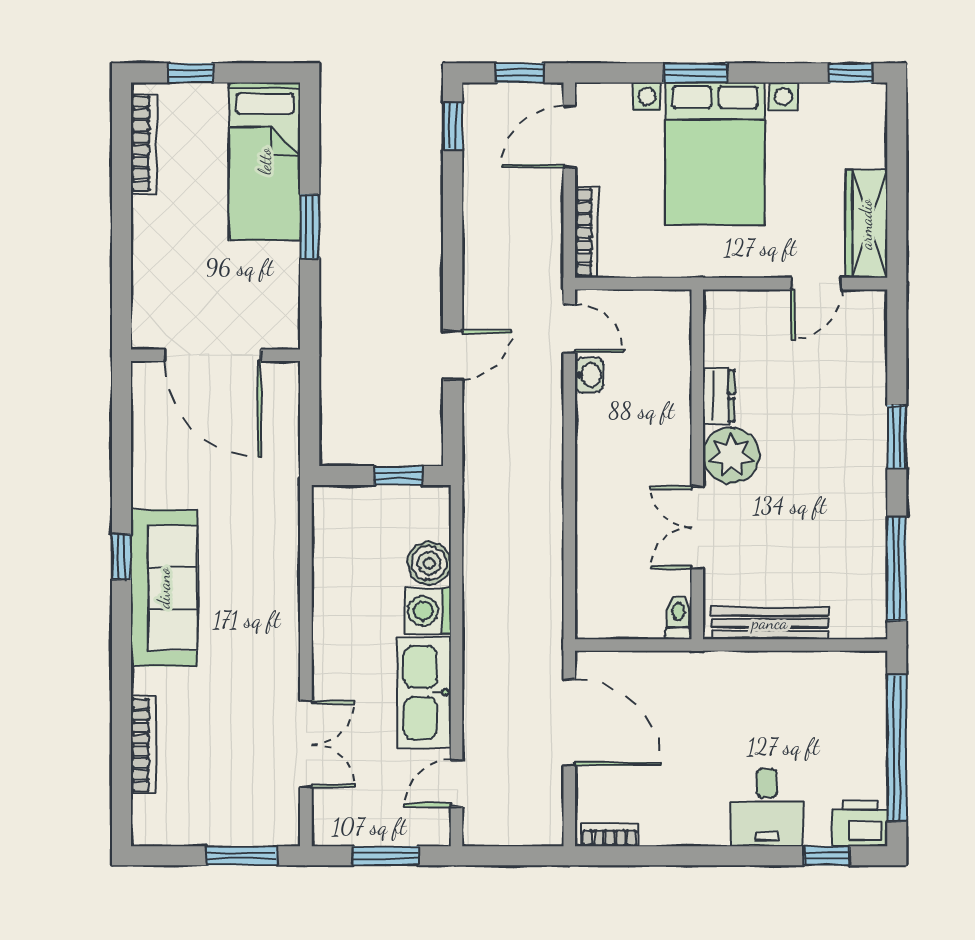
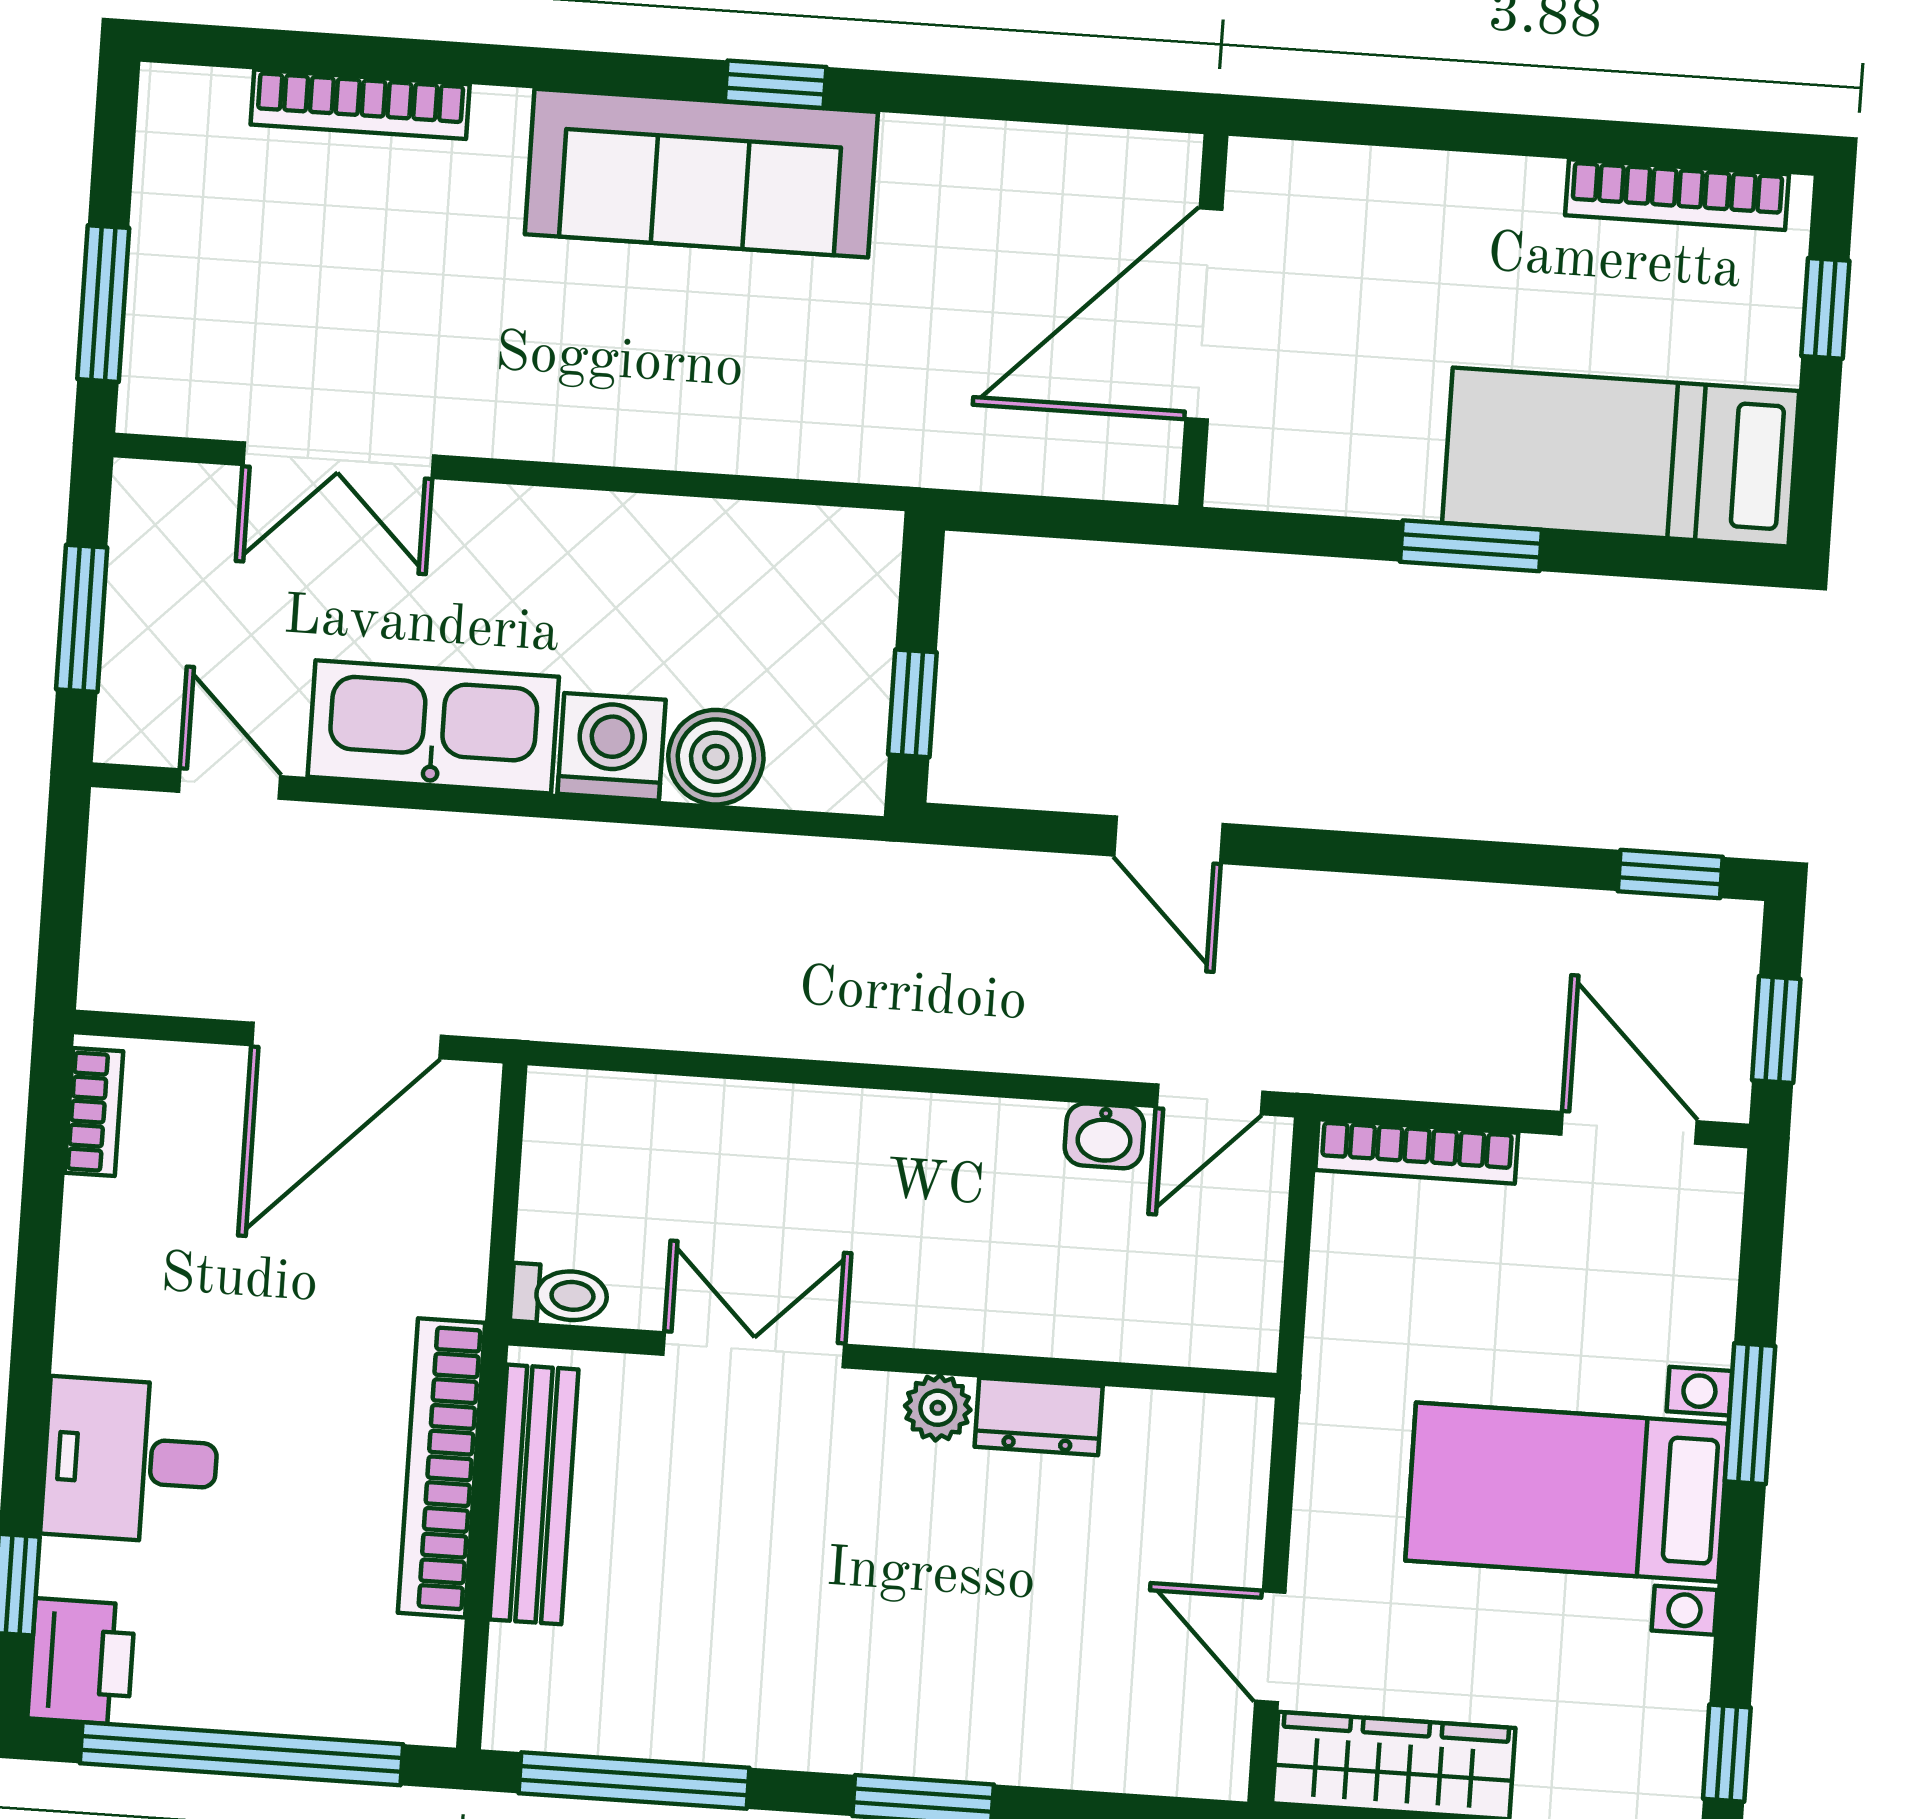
bed with nightstands: (715, 154) -> (1567, 1492), width x0.73
plant: (731, 455) -> (938, 1408), width x0.53, depth x0.53
bookcase: (761, 666) -> (441, 1468), added

